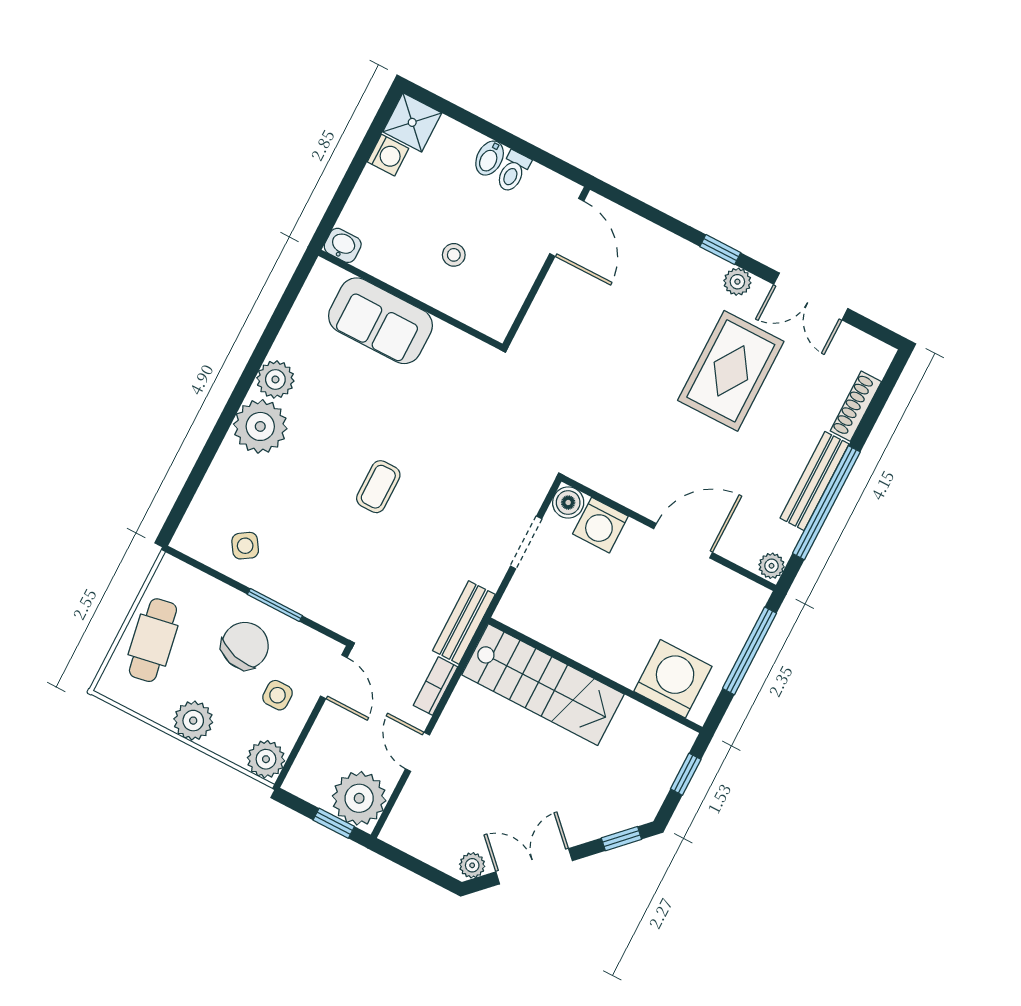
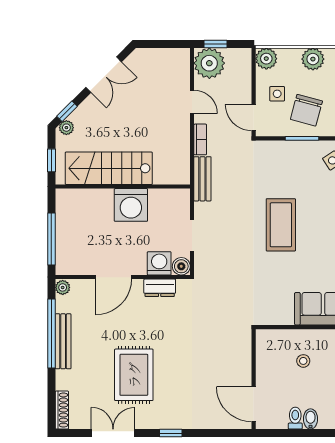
plant: (737, 282) -> (154, 421), removed
shoe rack: (856, 406) -> (62, 410), moved
dresser: (620, 486) -> (160, 288), added
coffee table: (378, 487) -> (281, 225), width x1.86, depth x1.72
washing machine: (673, 679) -> (131, 205), moved
stairs: (543, 685) -> (109, 168), moved
plant: (472, 865) -> (66, 128), moved

